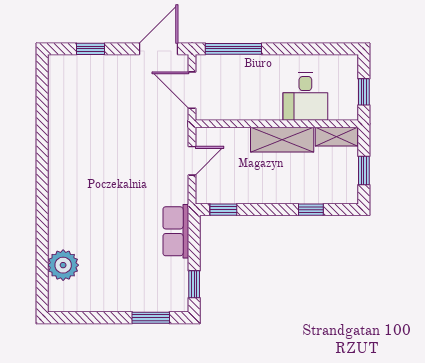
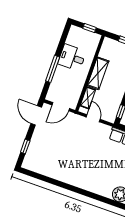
window: (233, 49) -> (53, 69), moved
desk: (305, 96) -> (72, 58), moved, turned 180
shelving: (336, 137) -> (88, 98), moved

